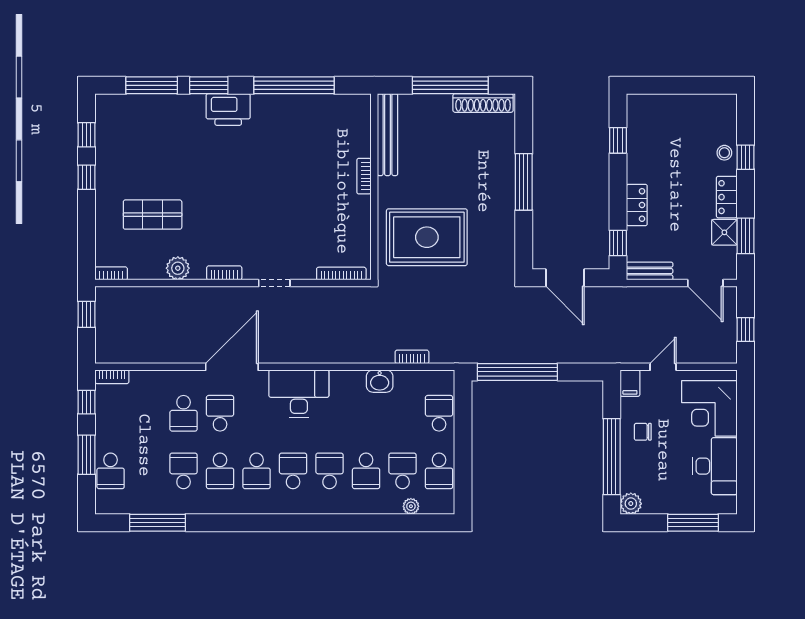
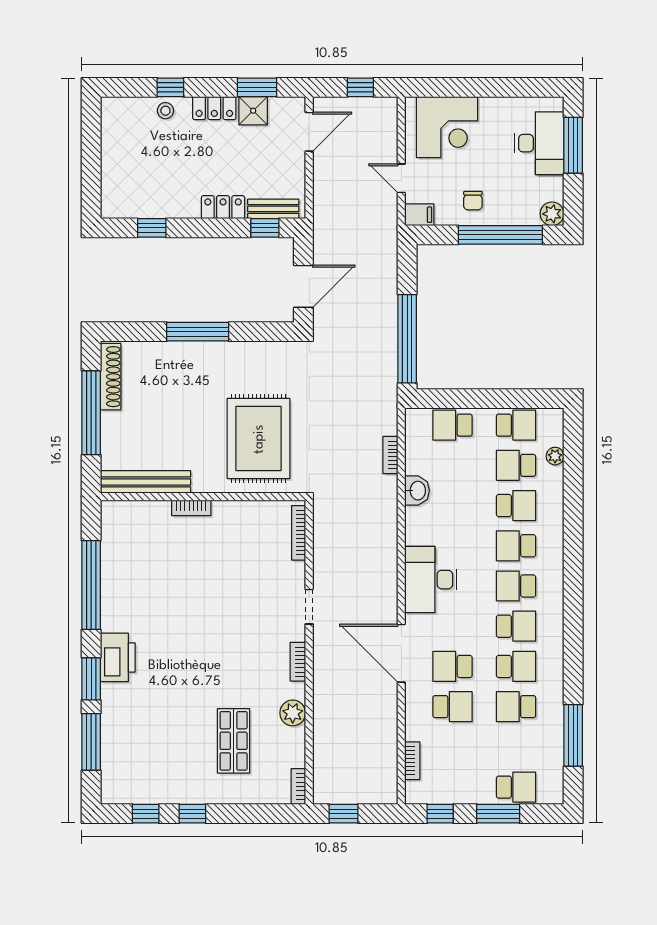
bench: (650, 271) -> (273, 209), moved, turned 90
bookcase: (112, 377) -> (412, 761), moved
desk: (715, 466) -> (539, 143), moved, turned 90

